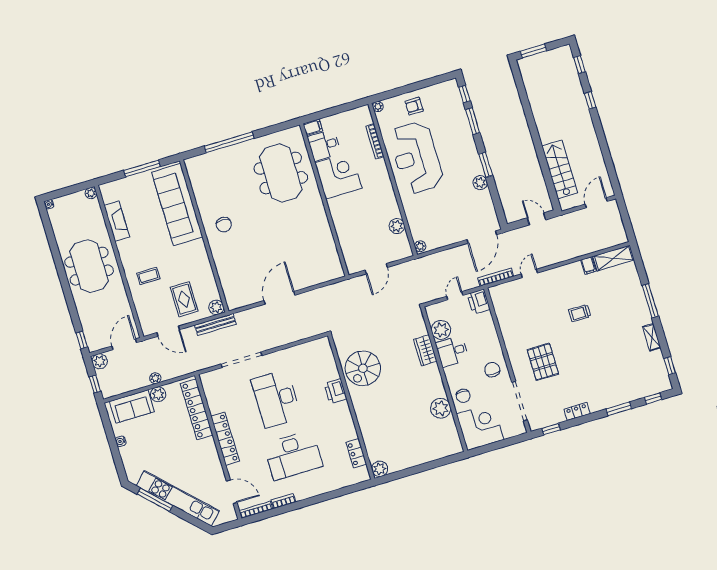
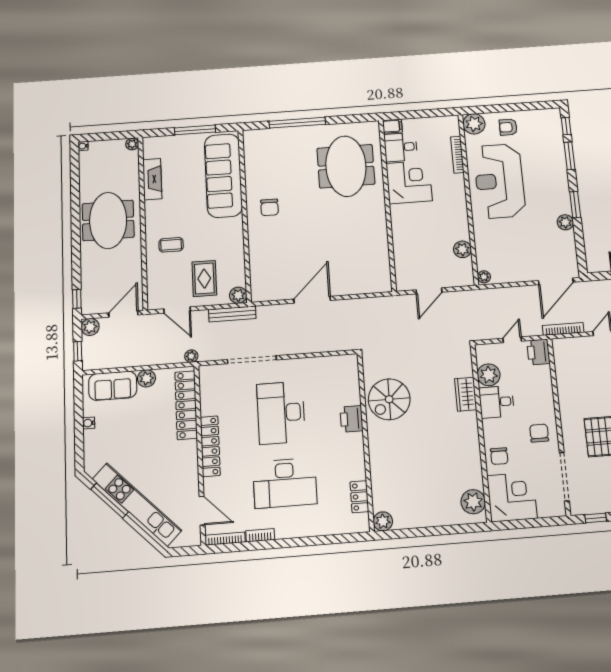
plant: (378, 107) -> (474, 124), width x1.88, depth x1.88
plant: (155, 378) -> (191, 356), moved
plant: (441, 408) -> (473, 502), moved

